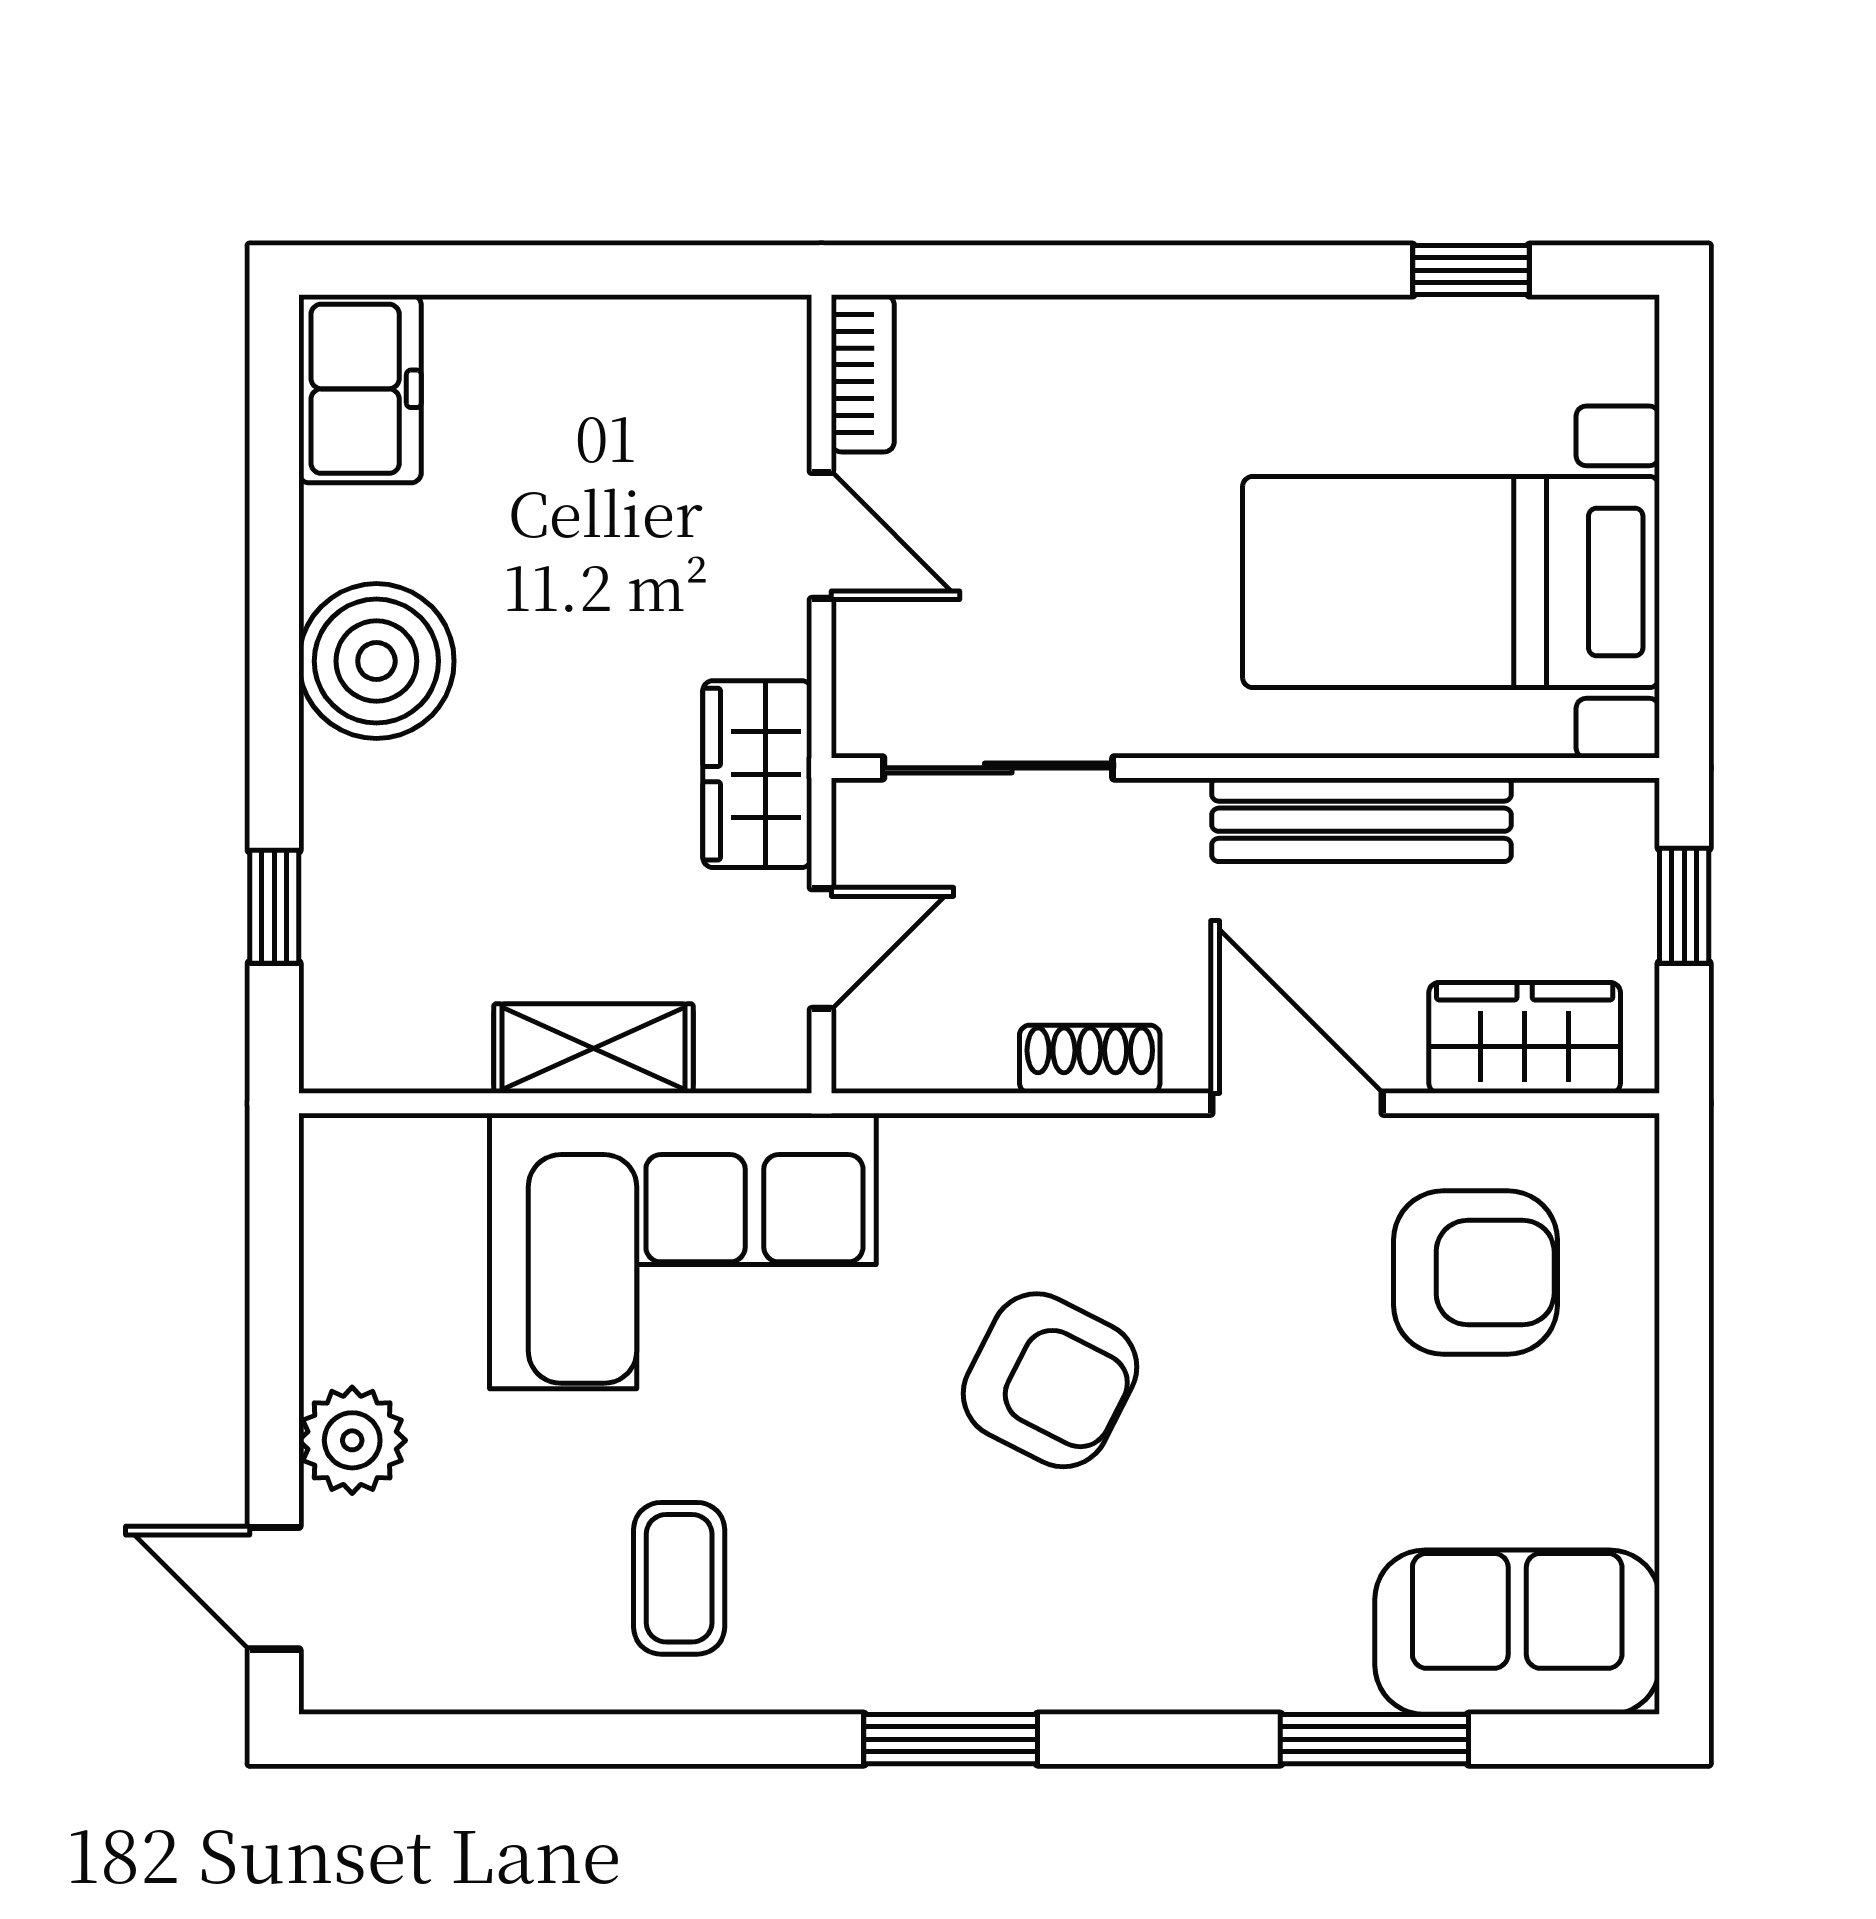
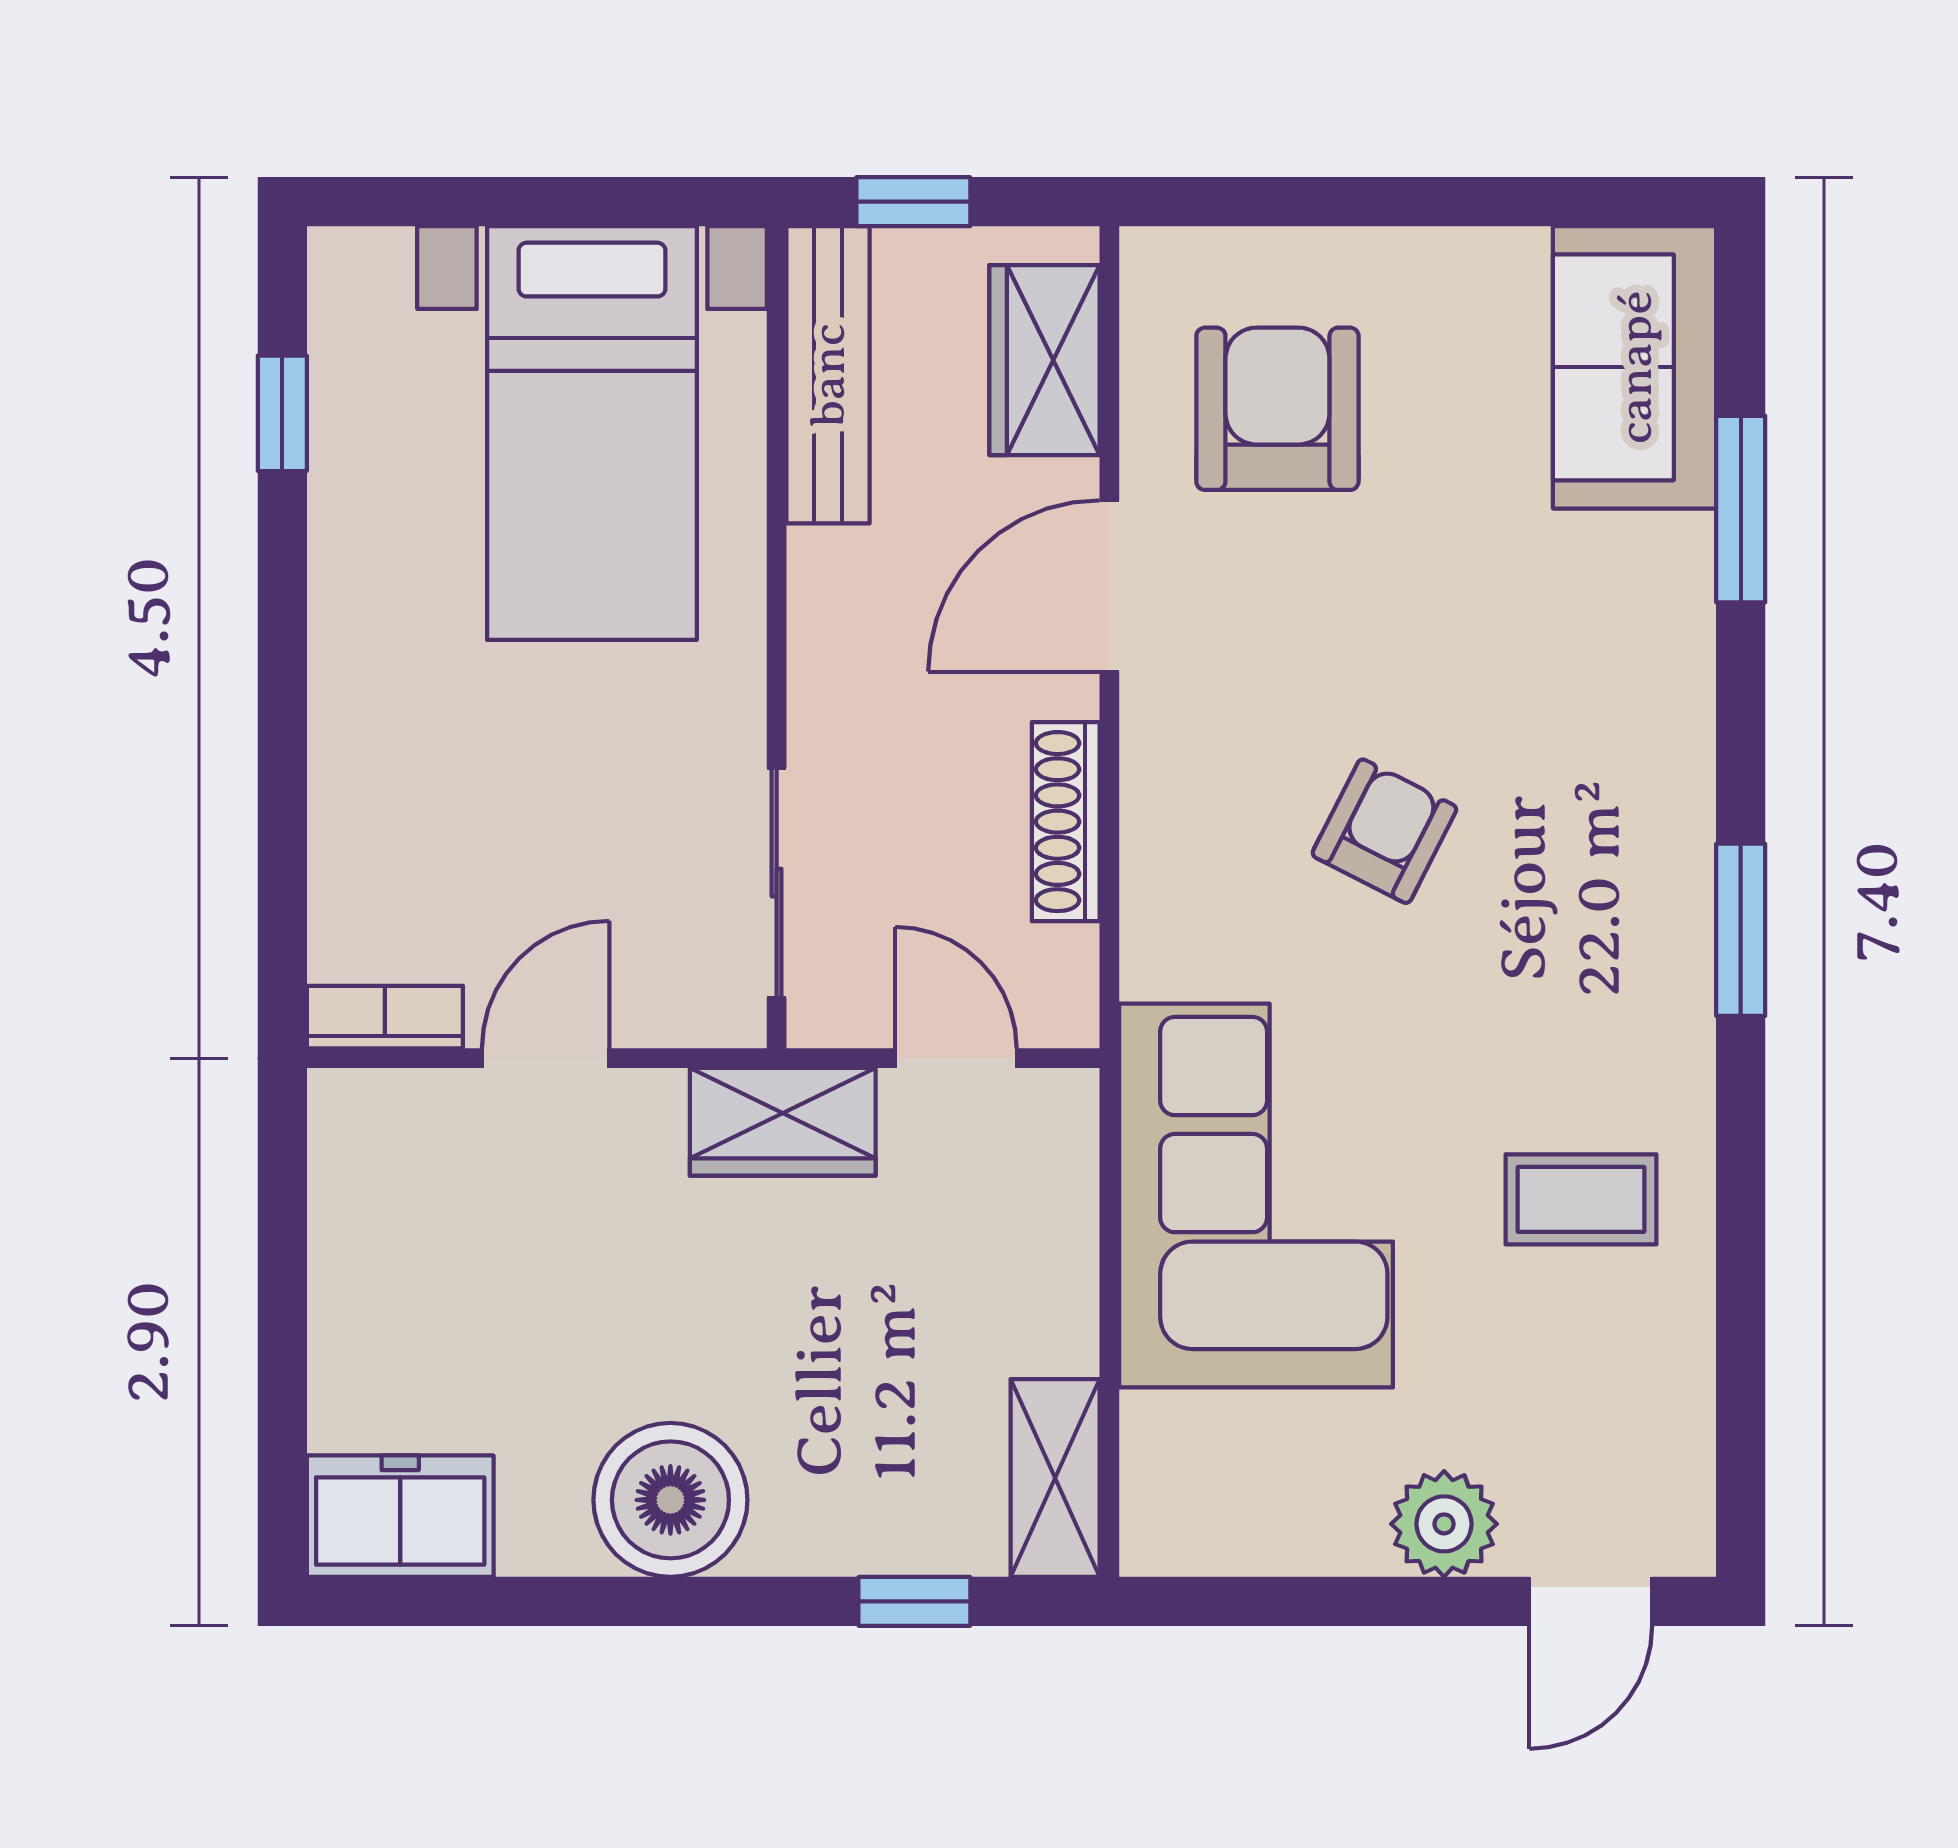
bench: (1361, 820) -> (828, 375), moved
shelving: (594, 1048) -> (1055, 1478), moved
shoe rack: (1090, 1059) -> (1066, 822), width x1.43
armchair: (1050, 1380) -> (1384, 831), width x0.72, depth x0.72

